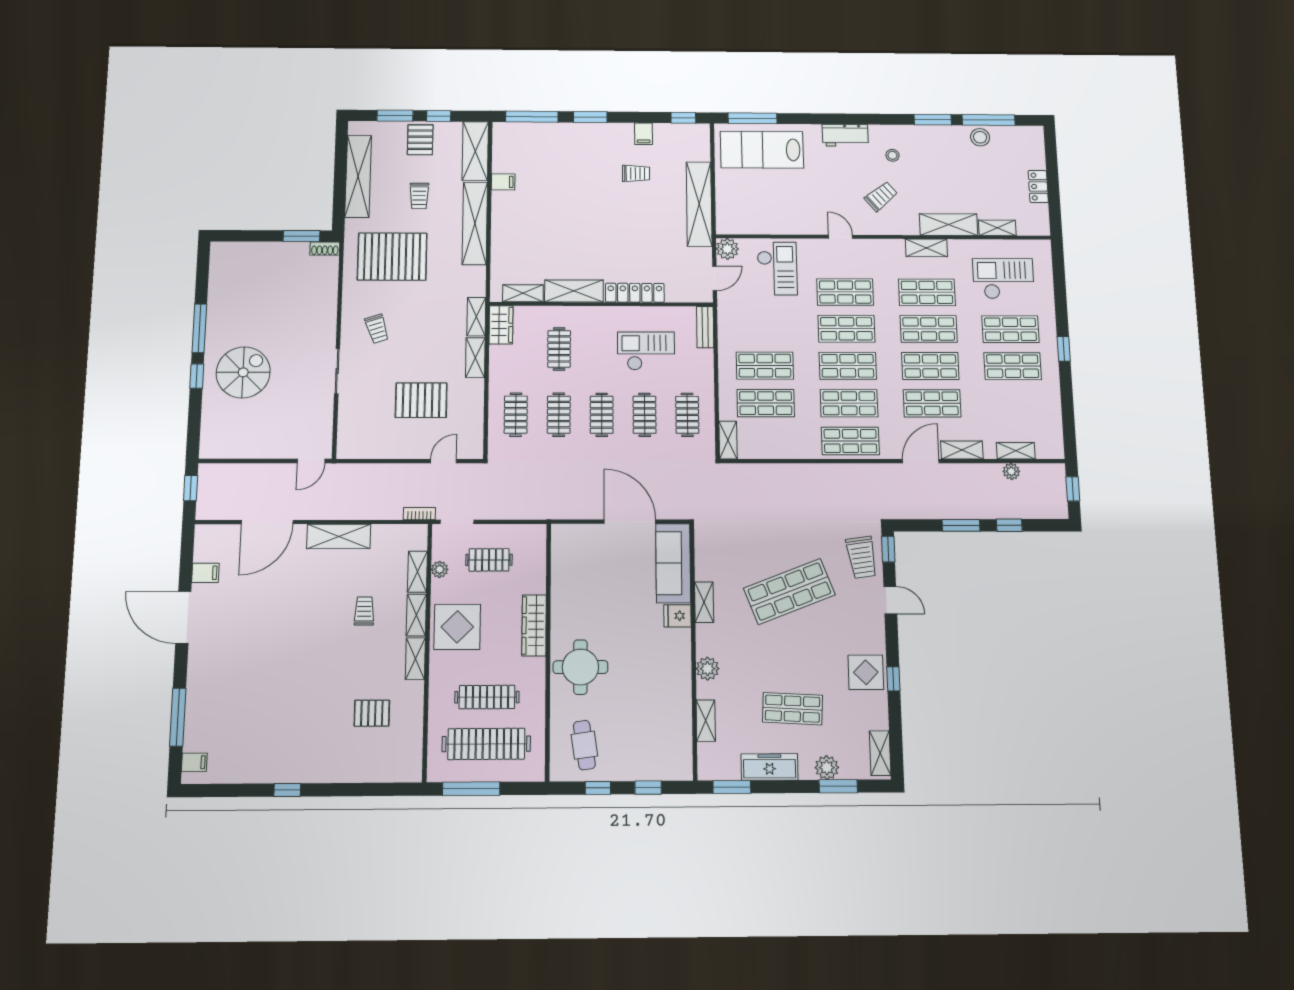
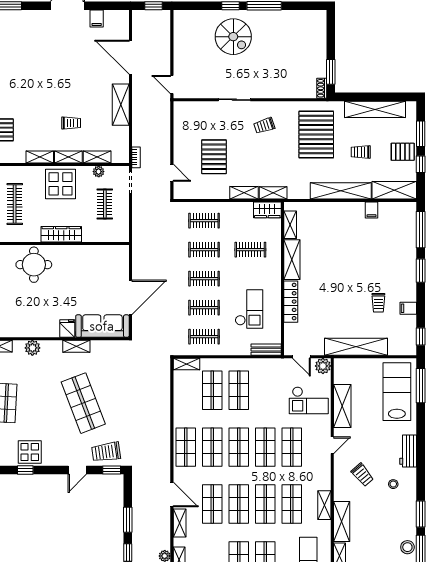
shelving: (784, 223) -> (342, 406), added

